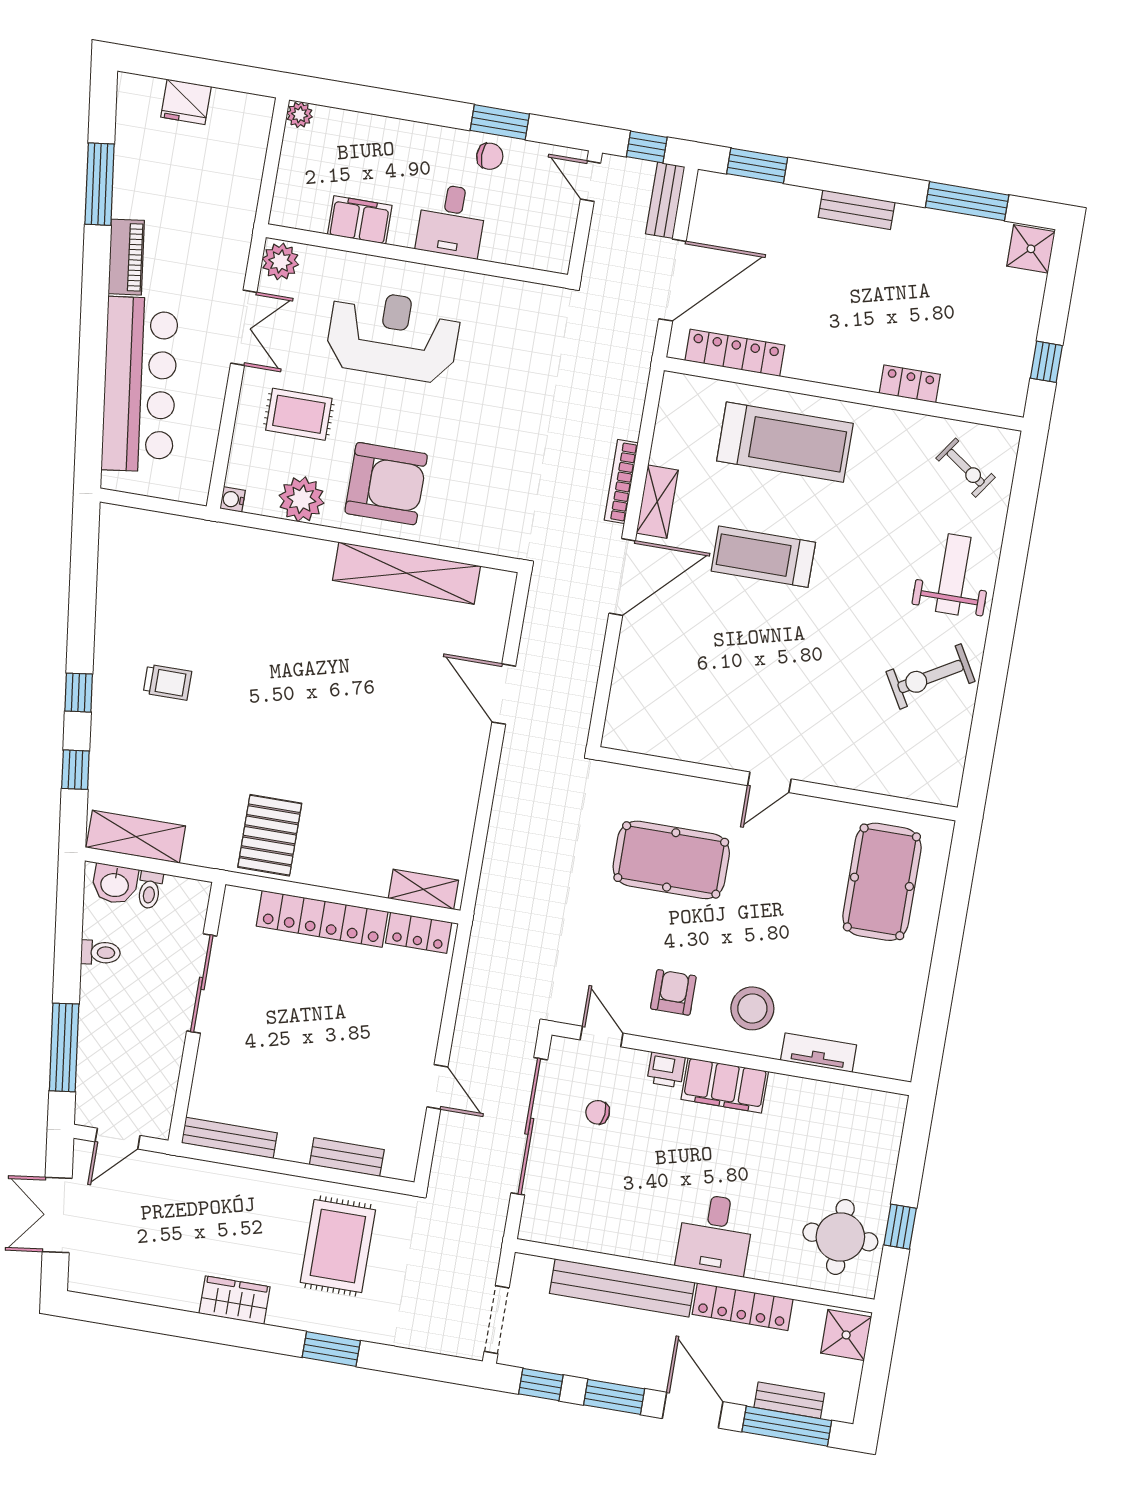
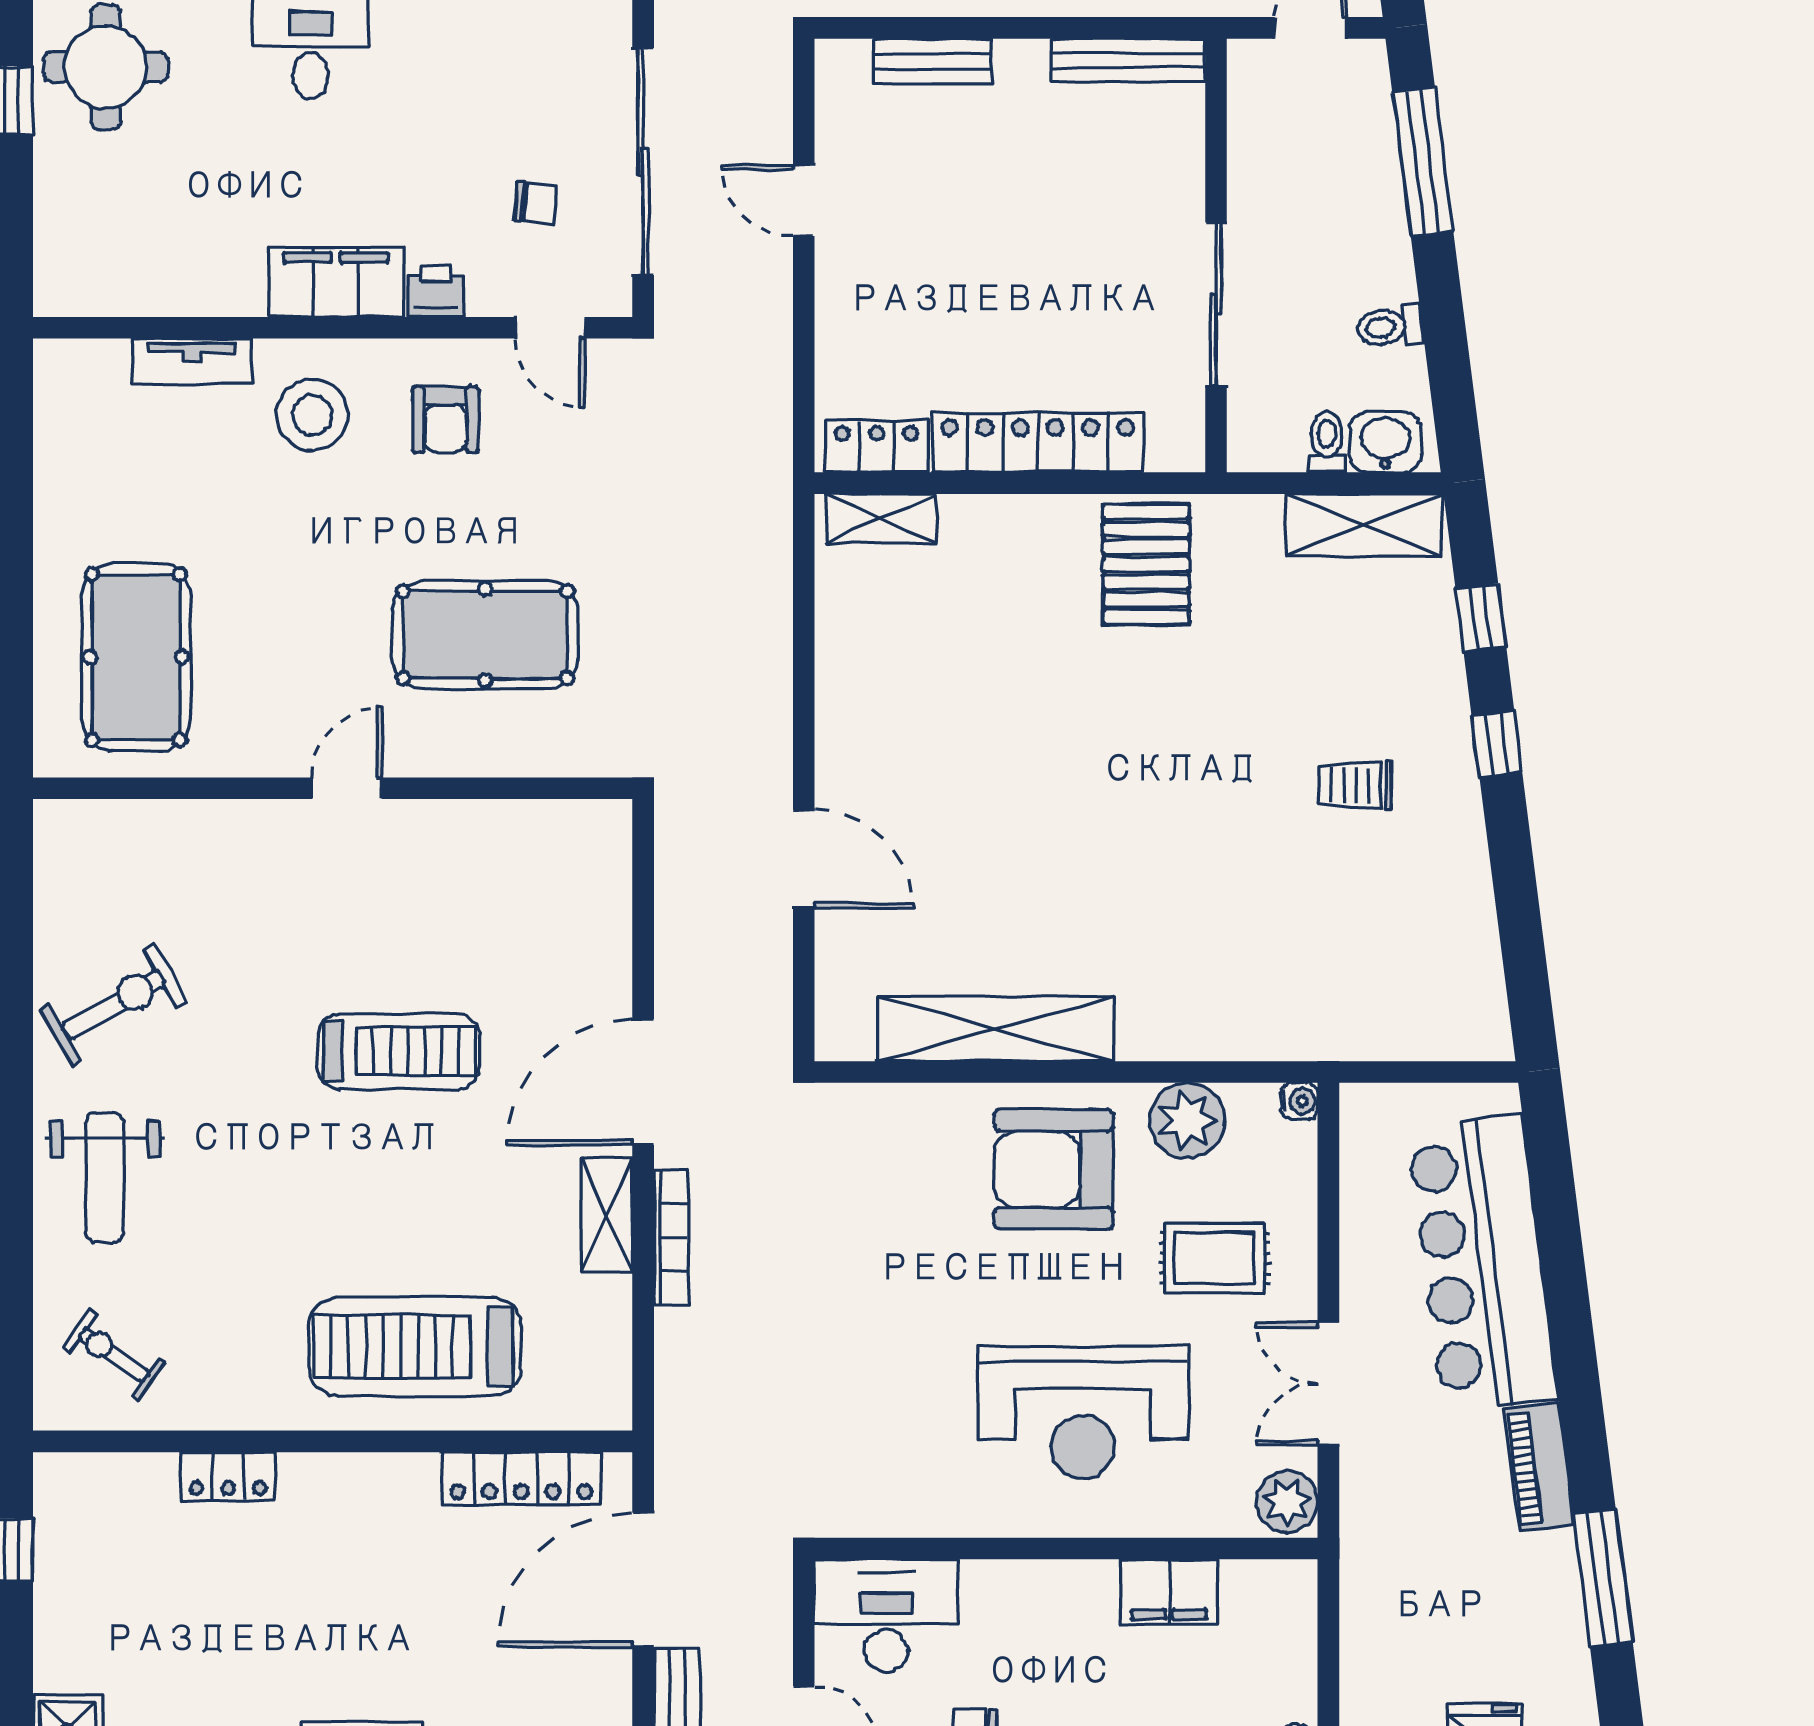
desk: (451, 221) -> (886, 1616), moved, width x1.37
treadmill: (763, 557) -> (398, 1051), moved

